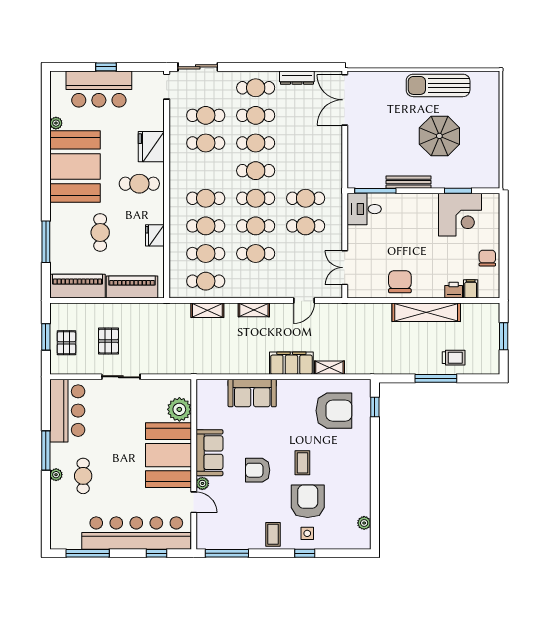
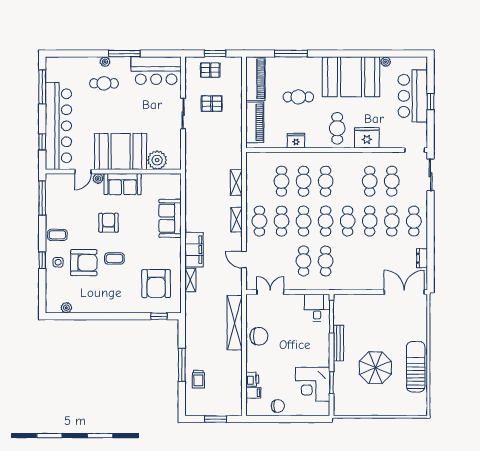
dresser: (297, 78) -> (422, 258), width x0.70
cafe table: (206, 281) -> (259, 221), moved
shelving: (426, 312) -> (235, 323), moved

